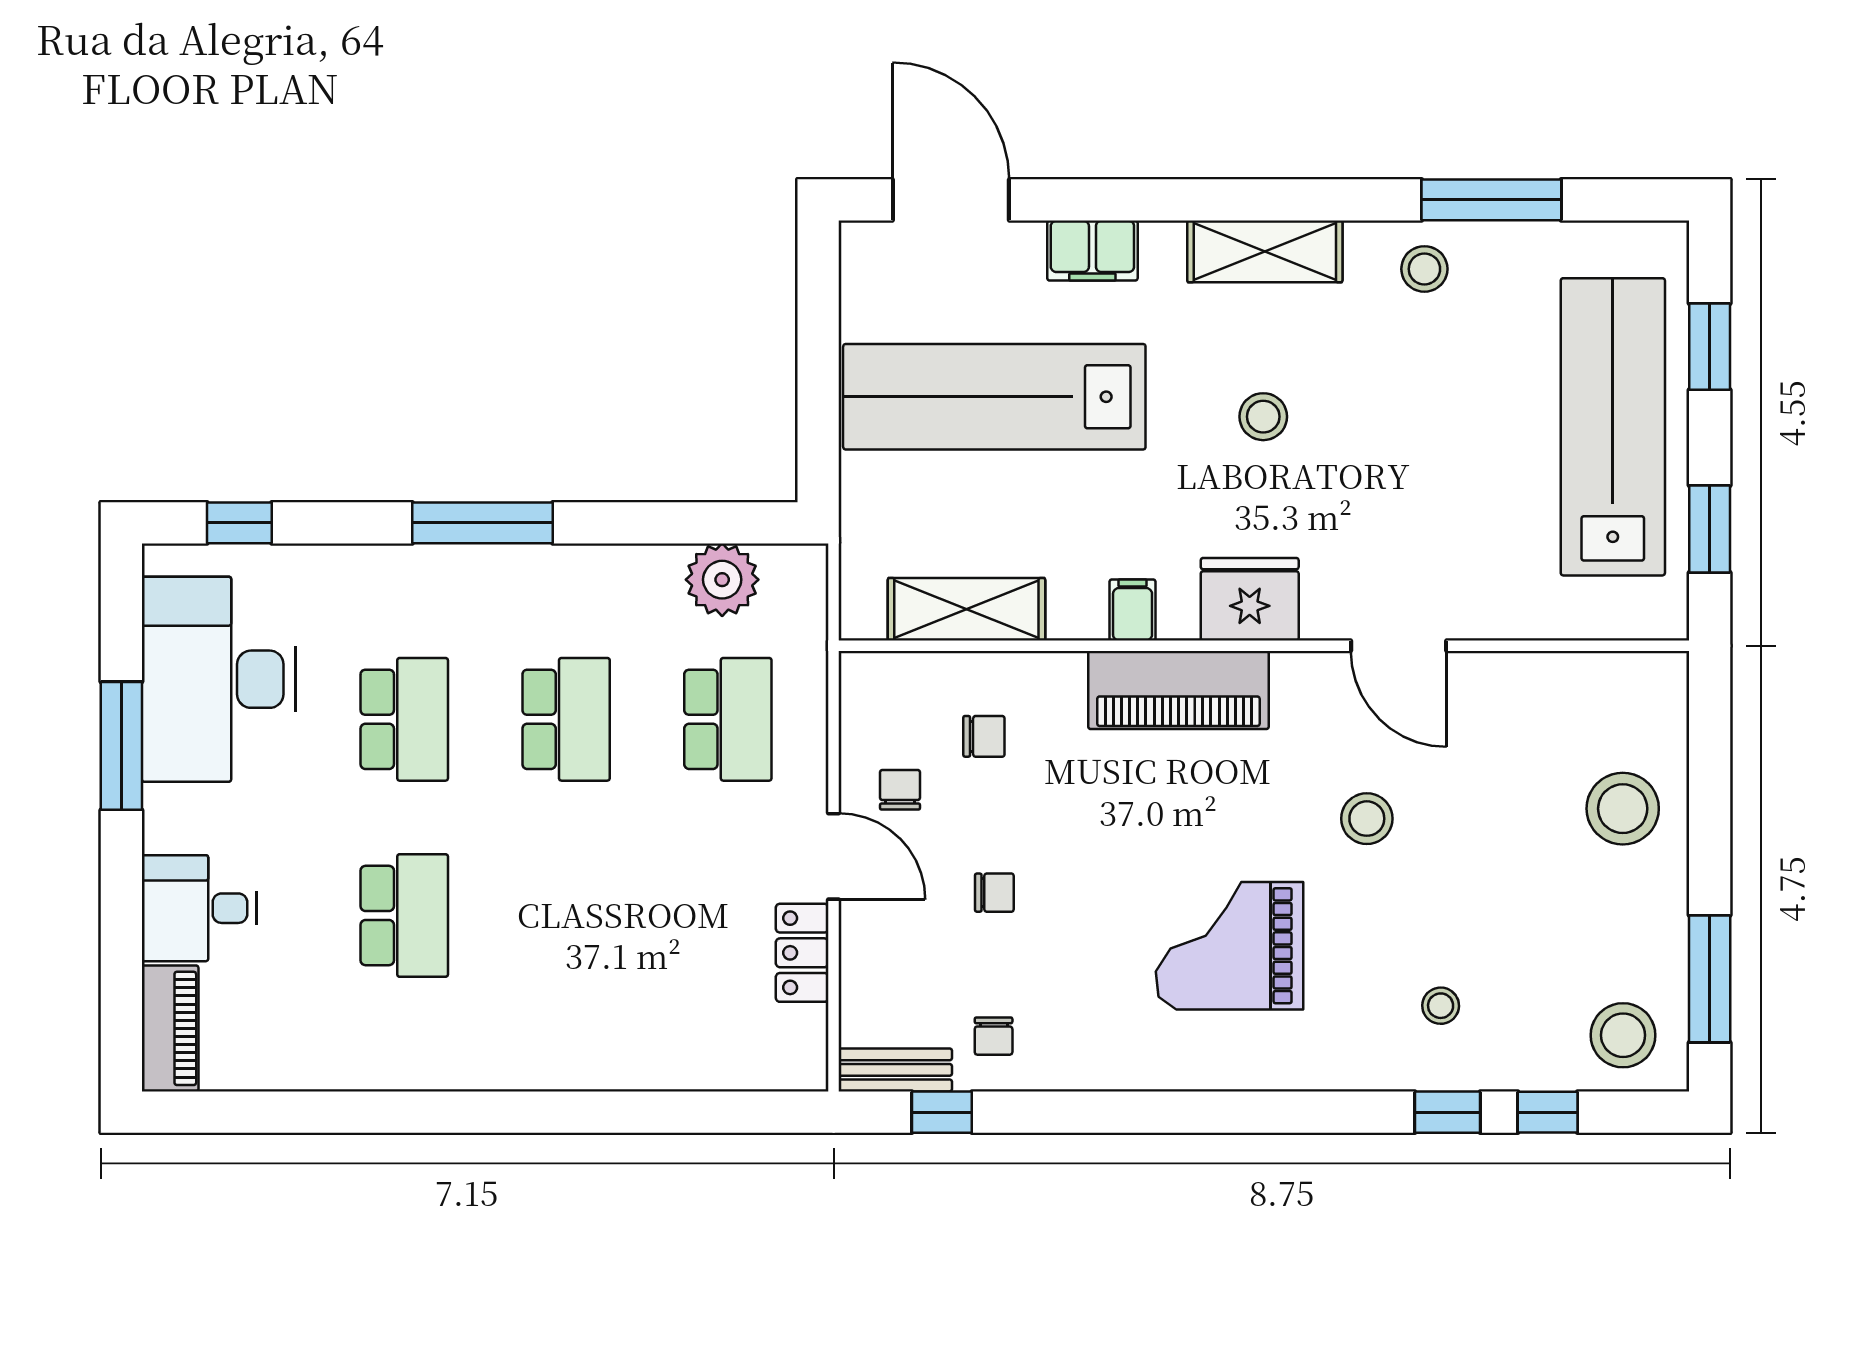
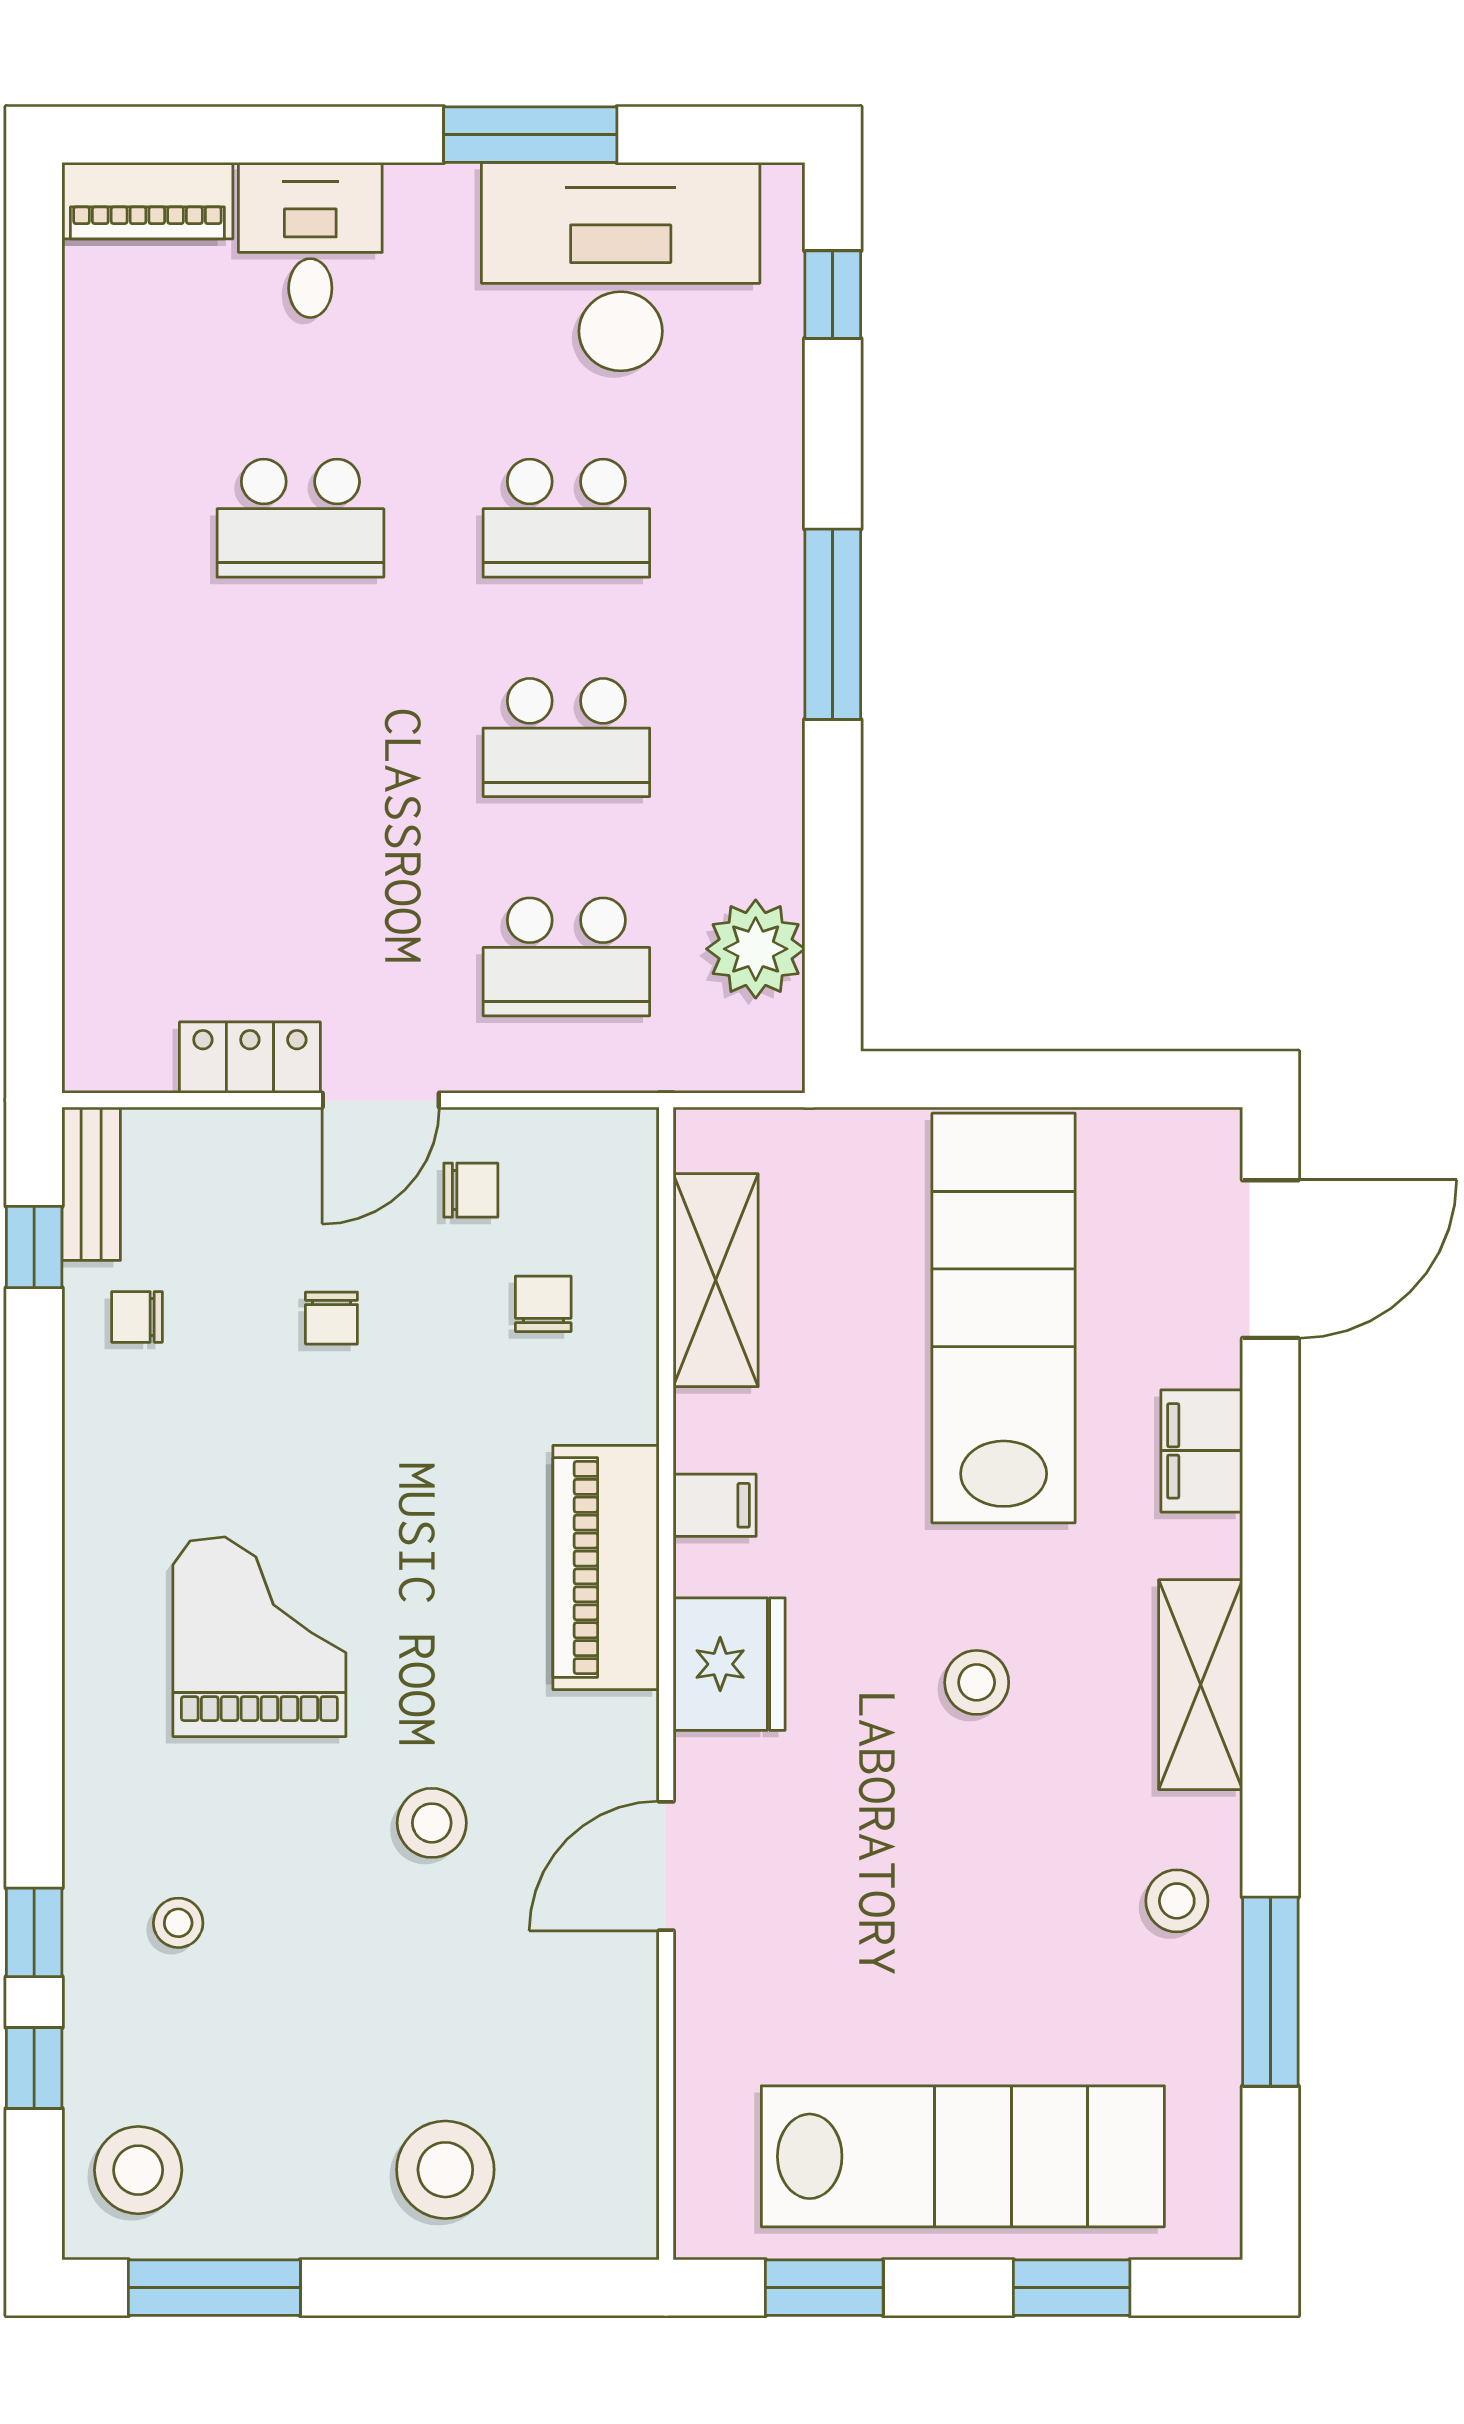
chair: (984, 736) -> (543, 1304), turned 180

